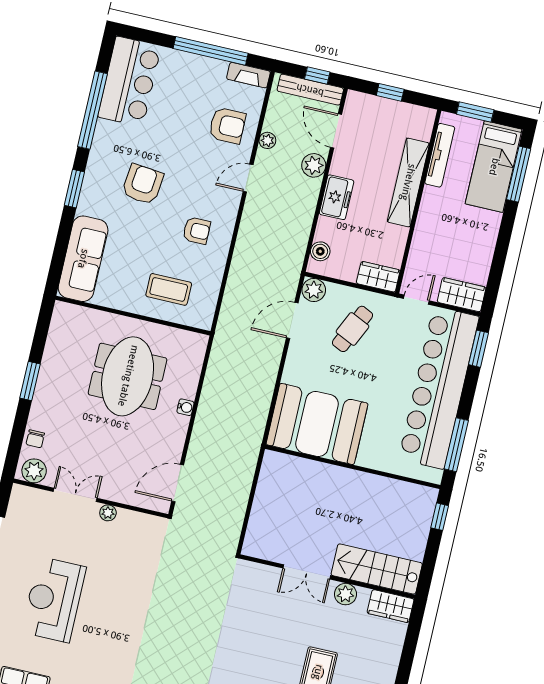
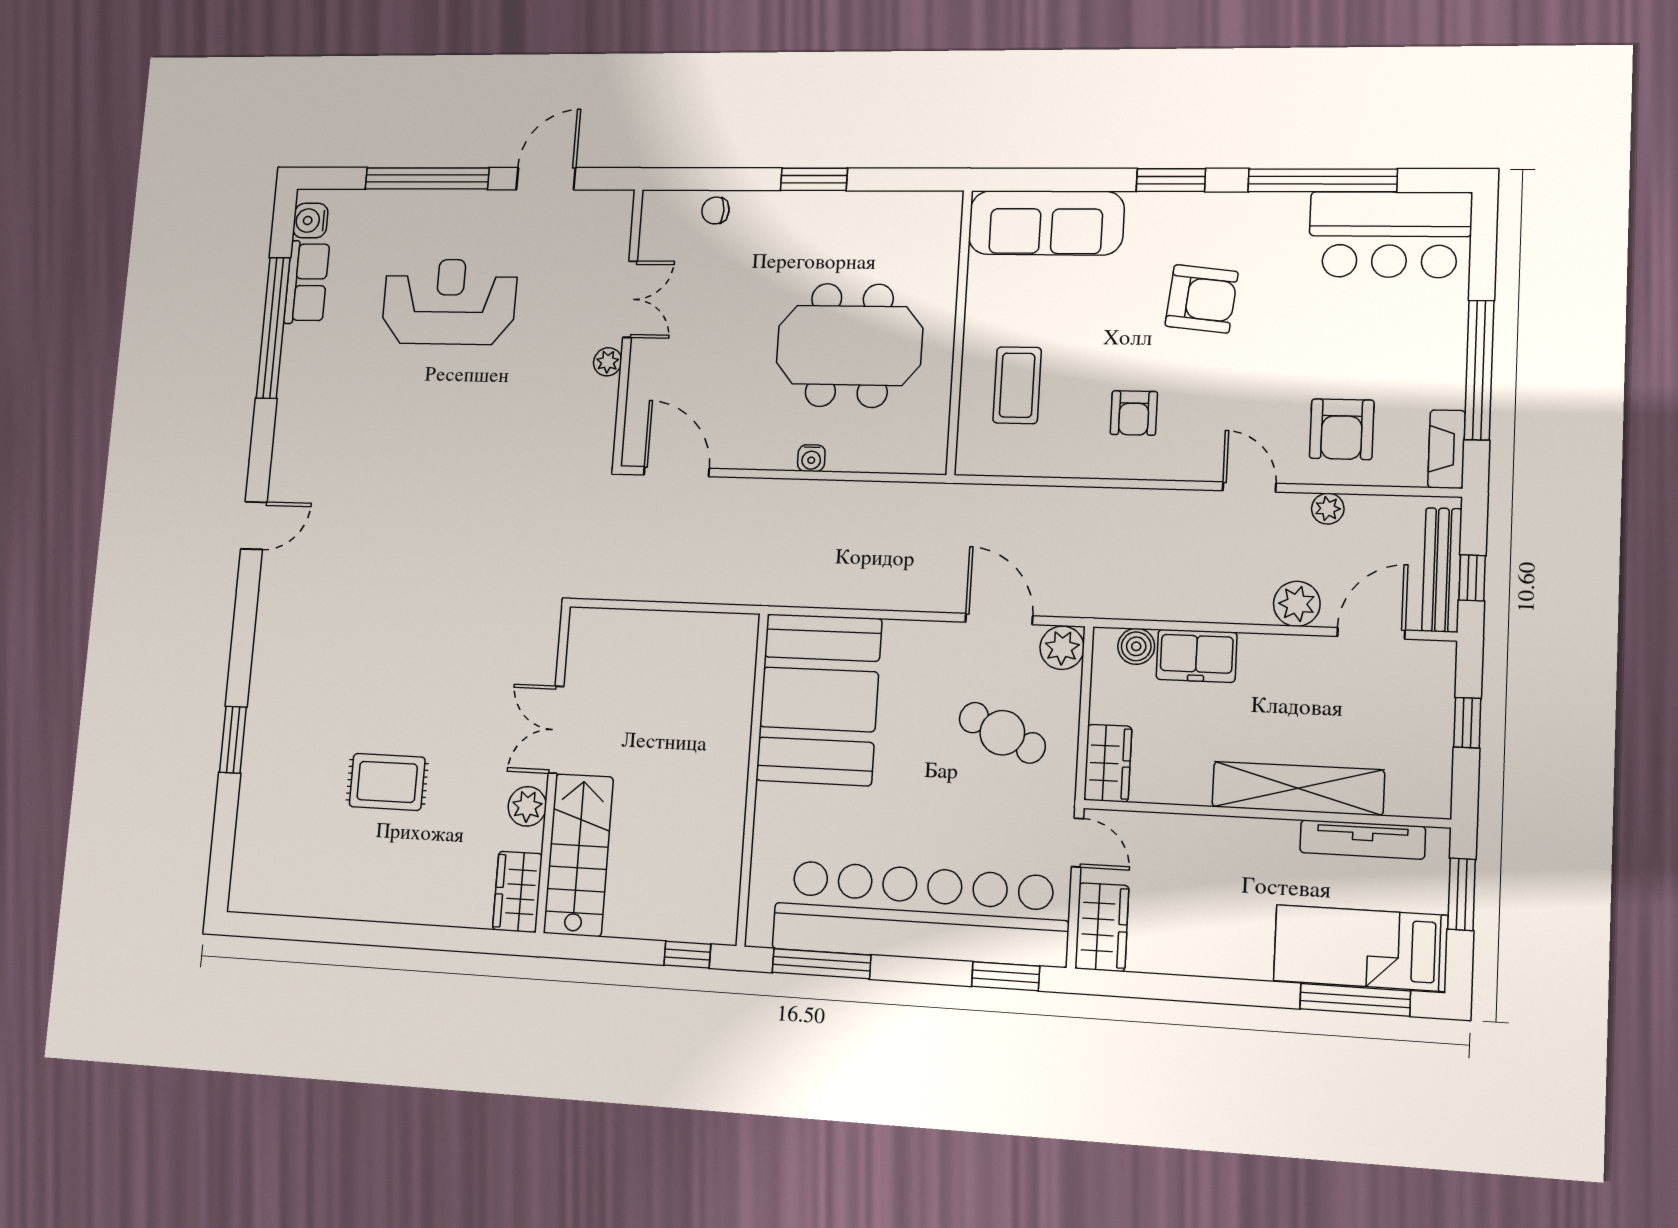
freezer: (337, 197) -> (1197, 656), moved
plant: (34, 471) -> (661, 221), removed

